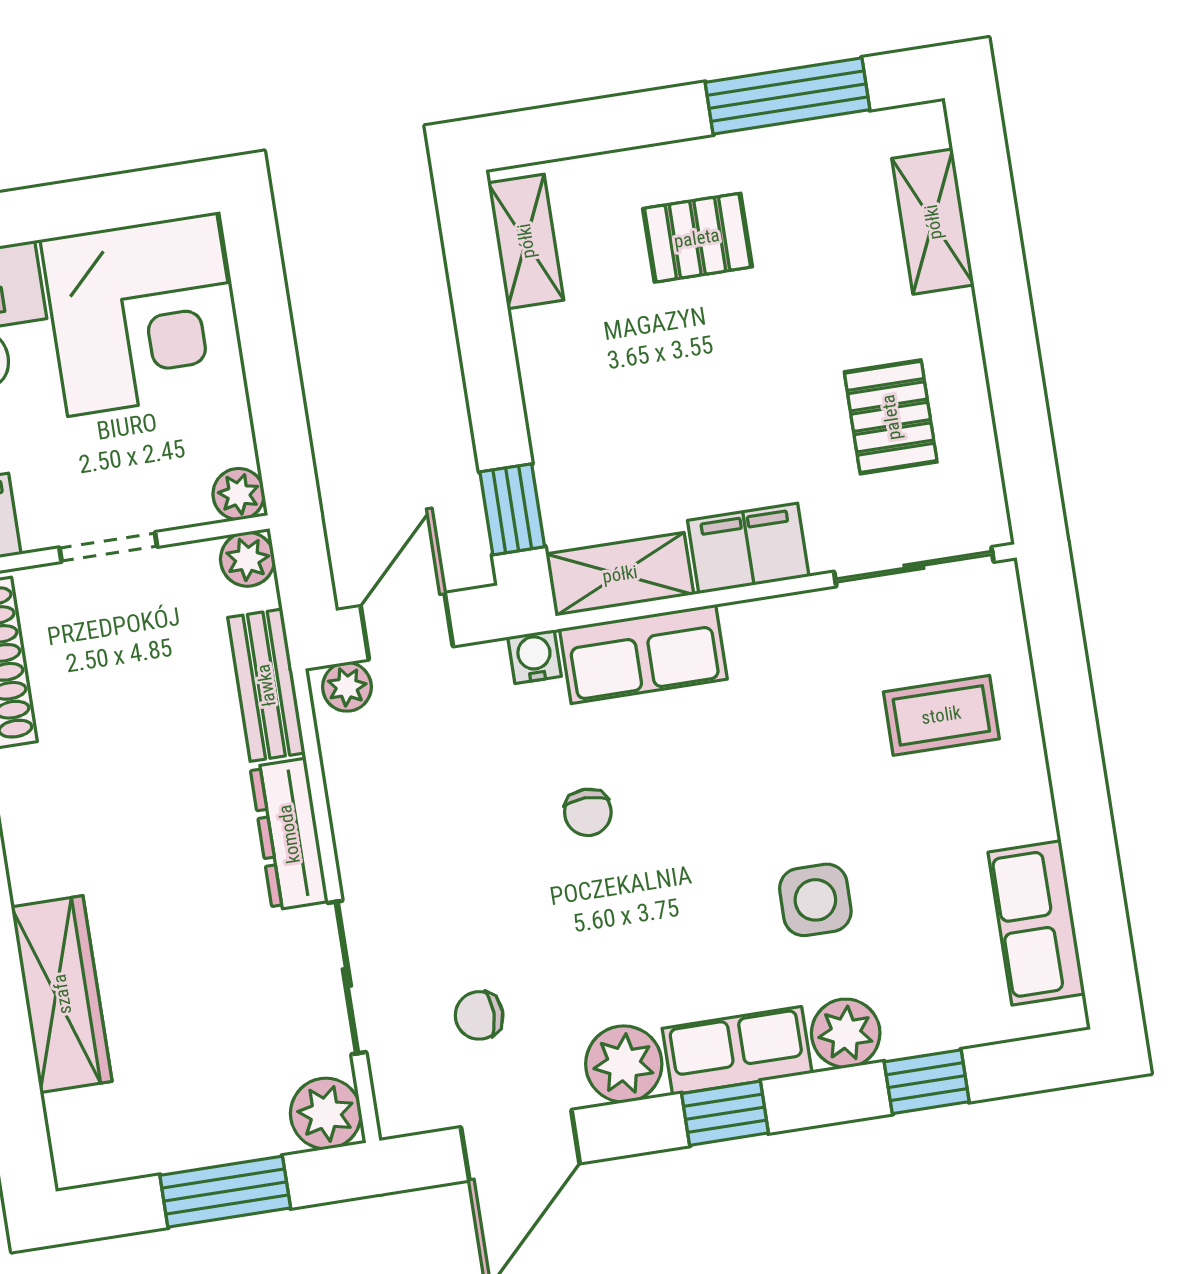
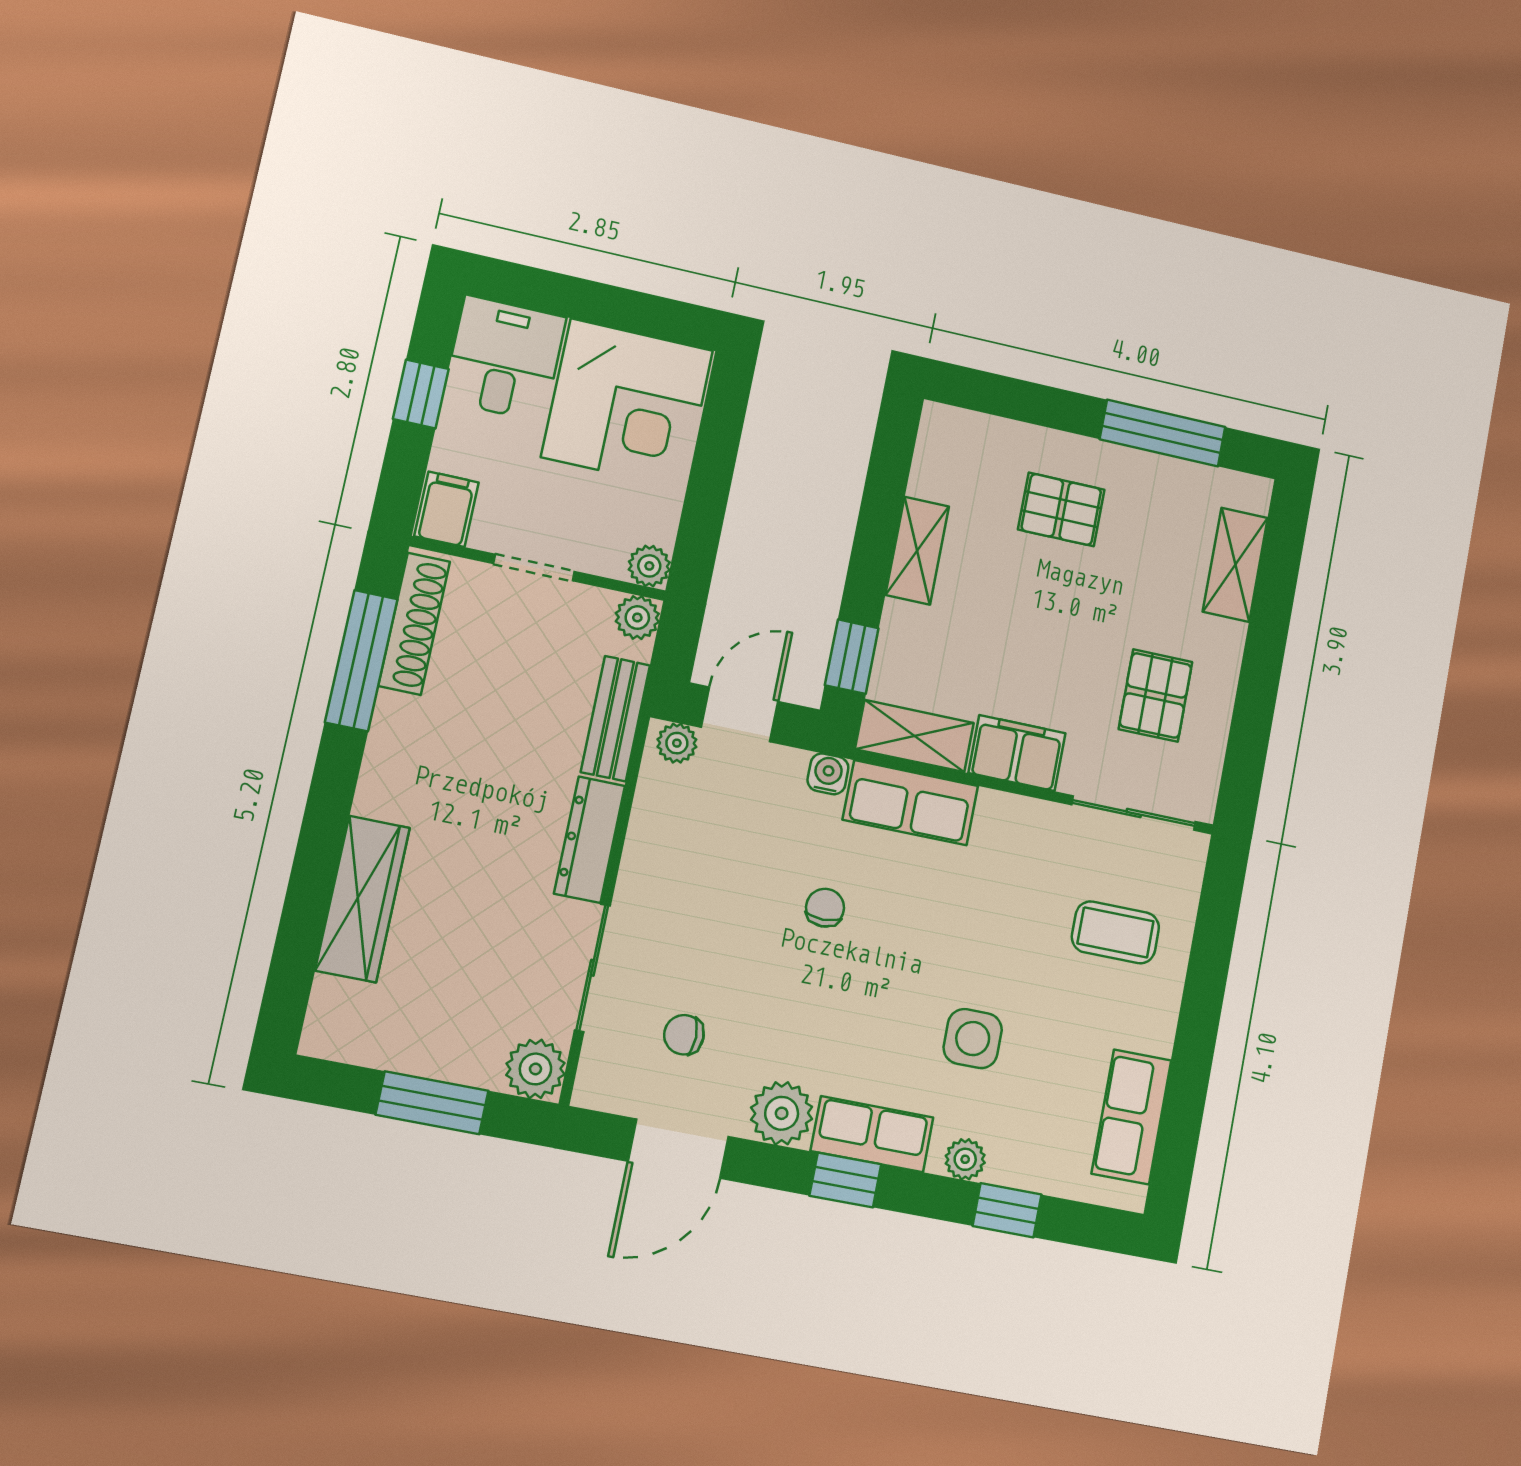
shelving: (526, 241) -> (917, 551), moved
chair: (588, 812) -> (825, 908), turned 180
plant: (846, 1033) -> (965, 1159), width x0.73, depth x0.73

